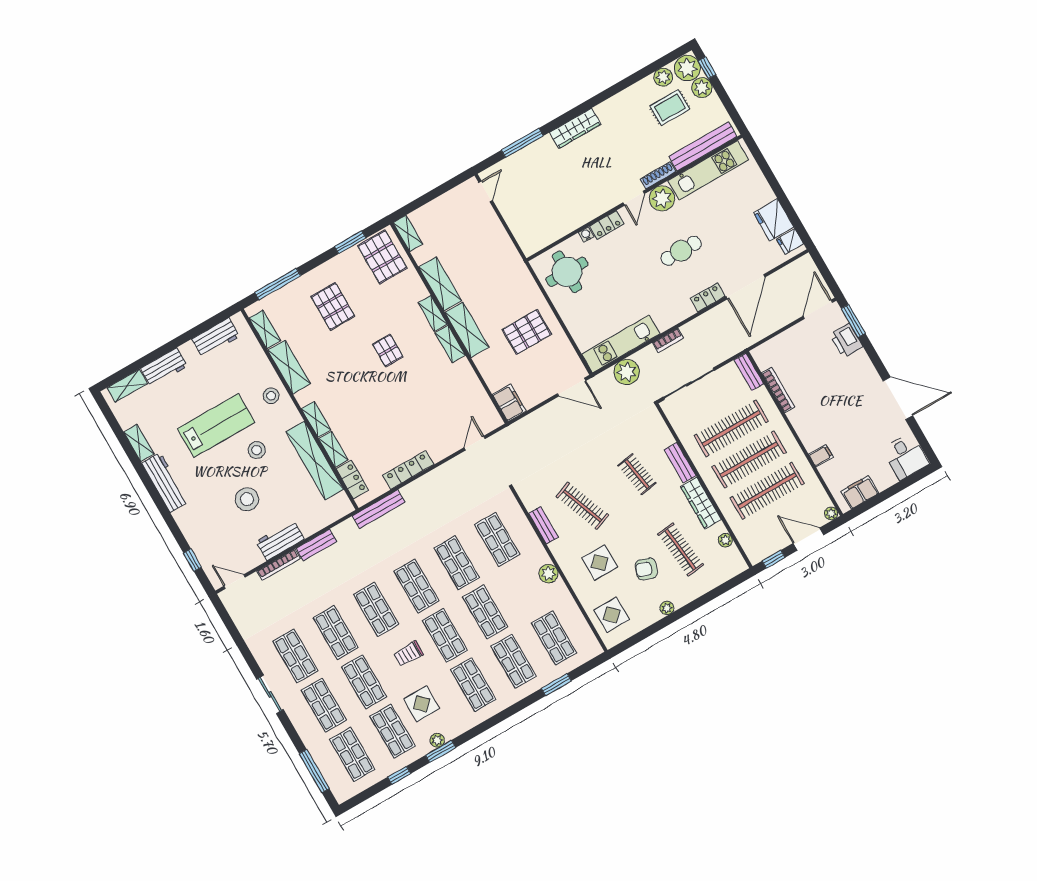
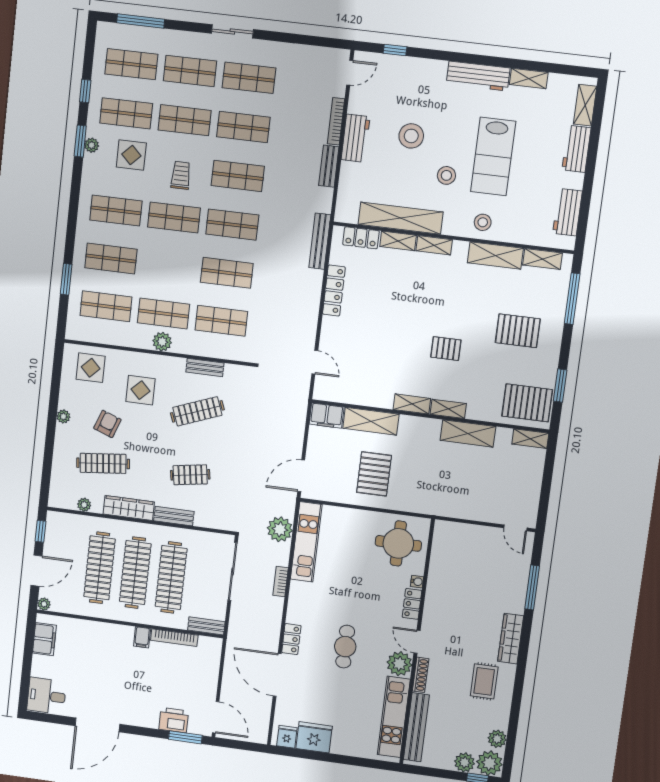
rug: (670, 108) -> (484, 681), moved
shelving: (467, 330) -> (371, 421), moved
filing cabinet: (821, 456) -> (142, 637), moved
shop shelf: (485, 612) -> (164, 313), moved

